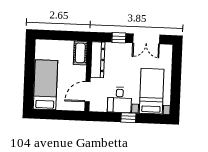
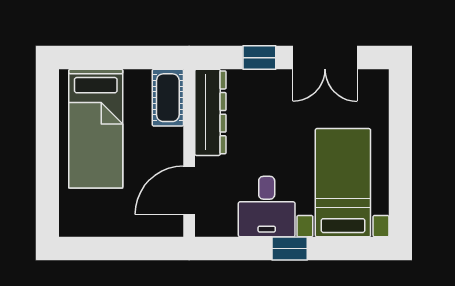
bed: (46, 85) -> (96, 129), moved, turned 180

